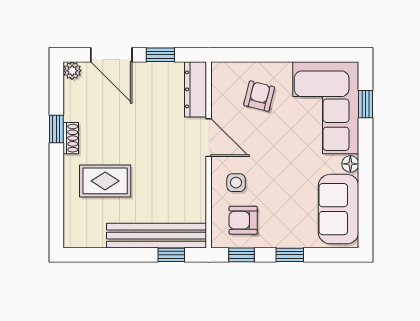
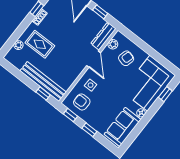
plant: (221, 90) -> (113, 44), added
plant: (72, 209) -> (18, 45), added

